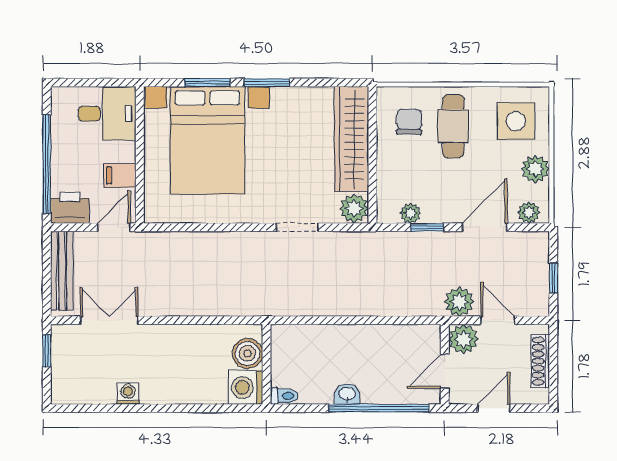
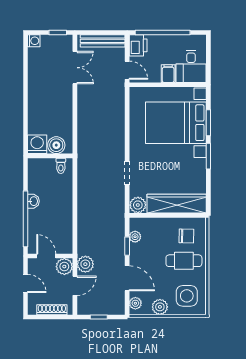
filing cabinet: (120, 175) -> (168, 74), moved
washing machine: (128, 394) -> (34, 41), moved
toilet: (284, 396) -> (61, 166), moved

